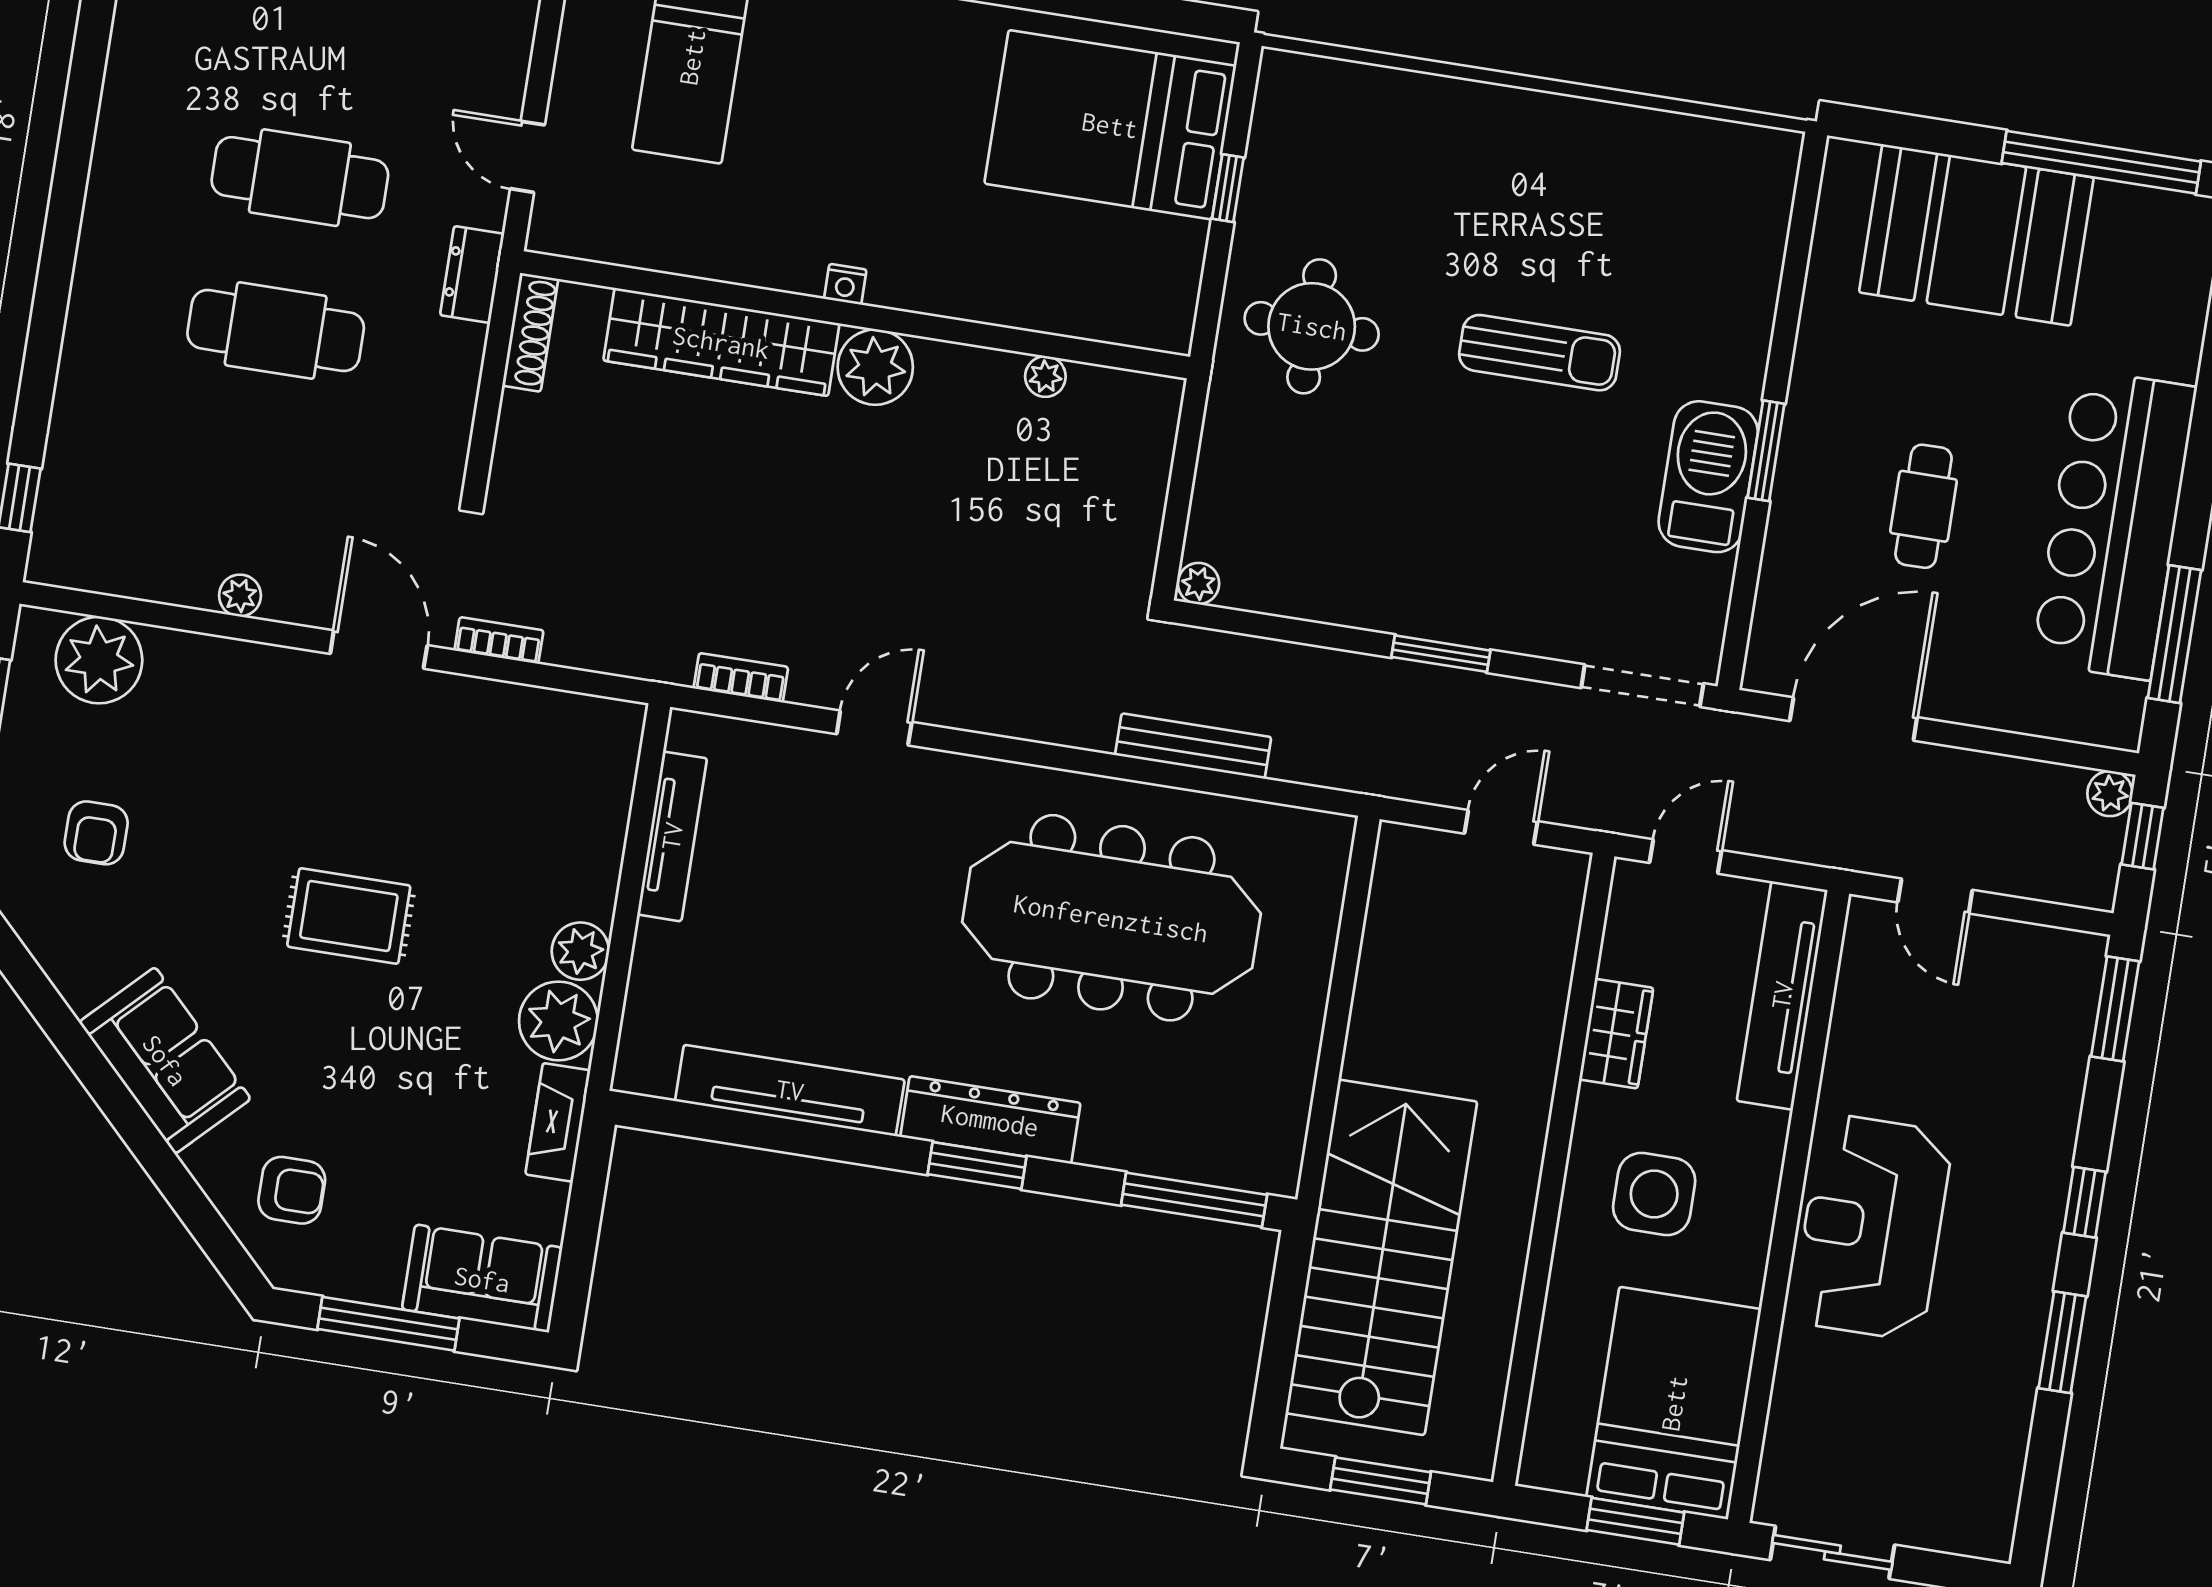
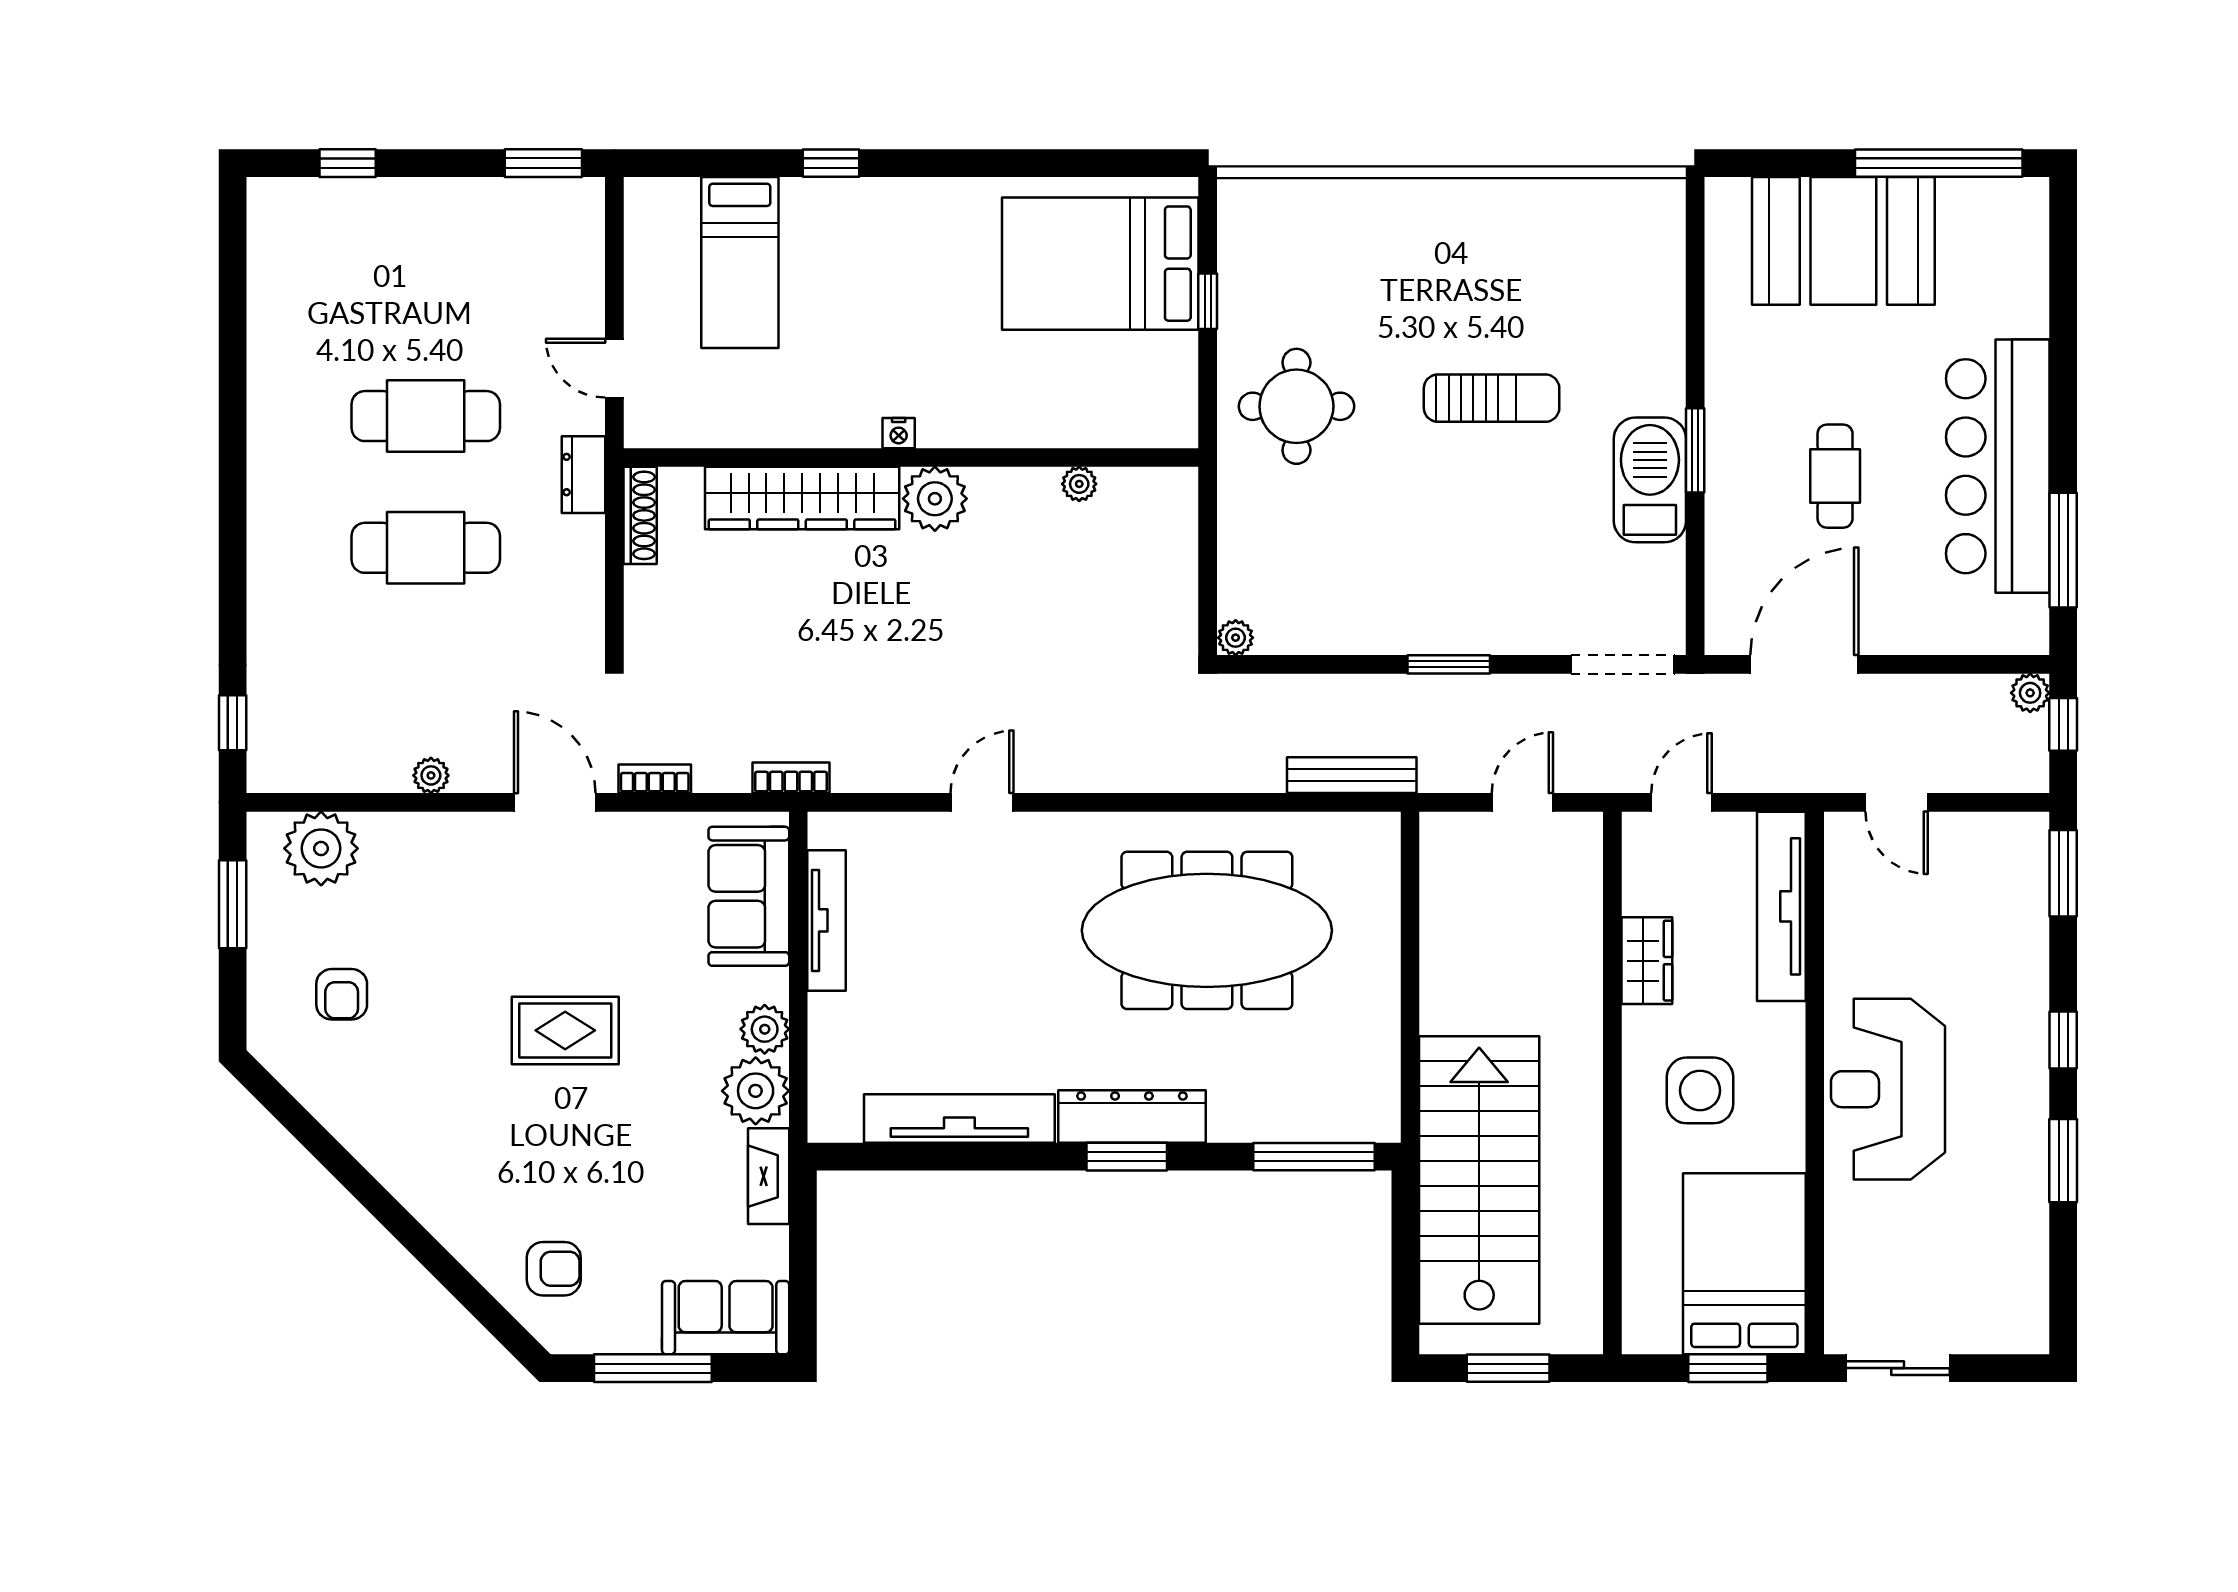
bookcase: (741, 678) -> (791, 778), moved
bench: (1193, 746) -> (1352, 775), moved
sofa: (165, 1060) -> (749, 896), moved, turned -135

